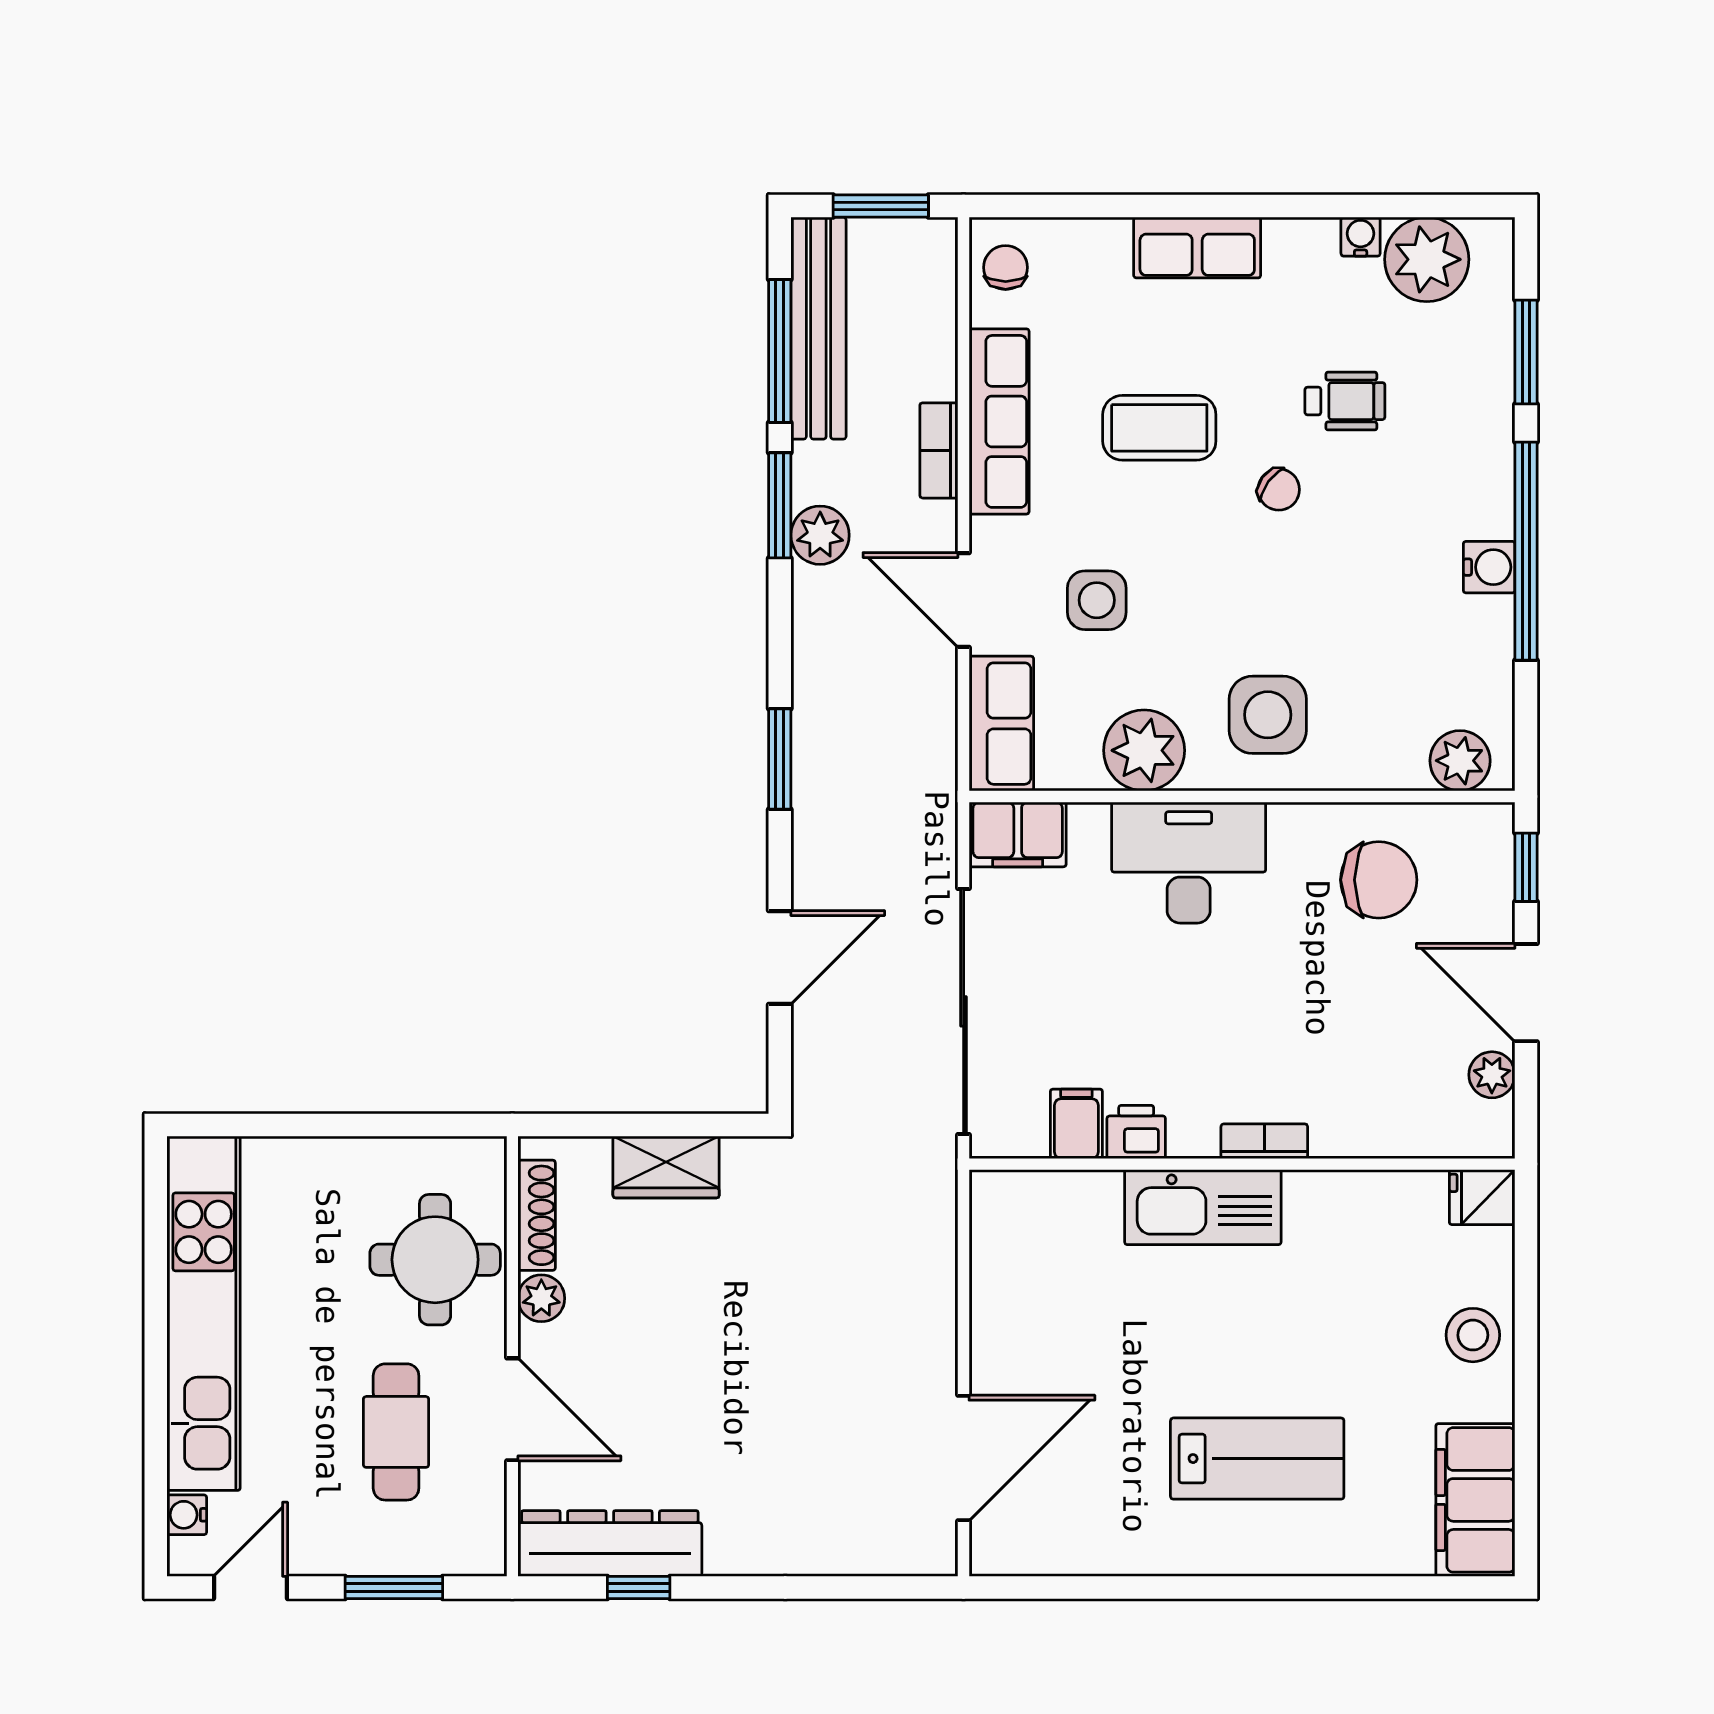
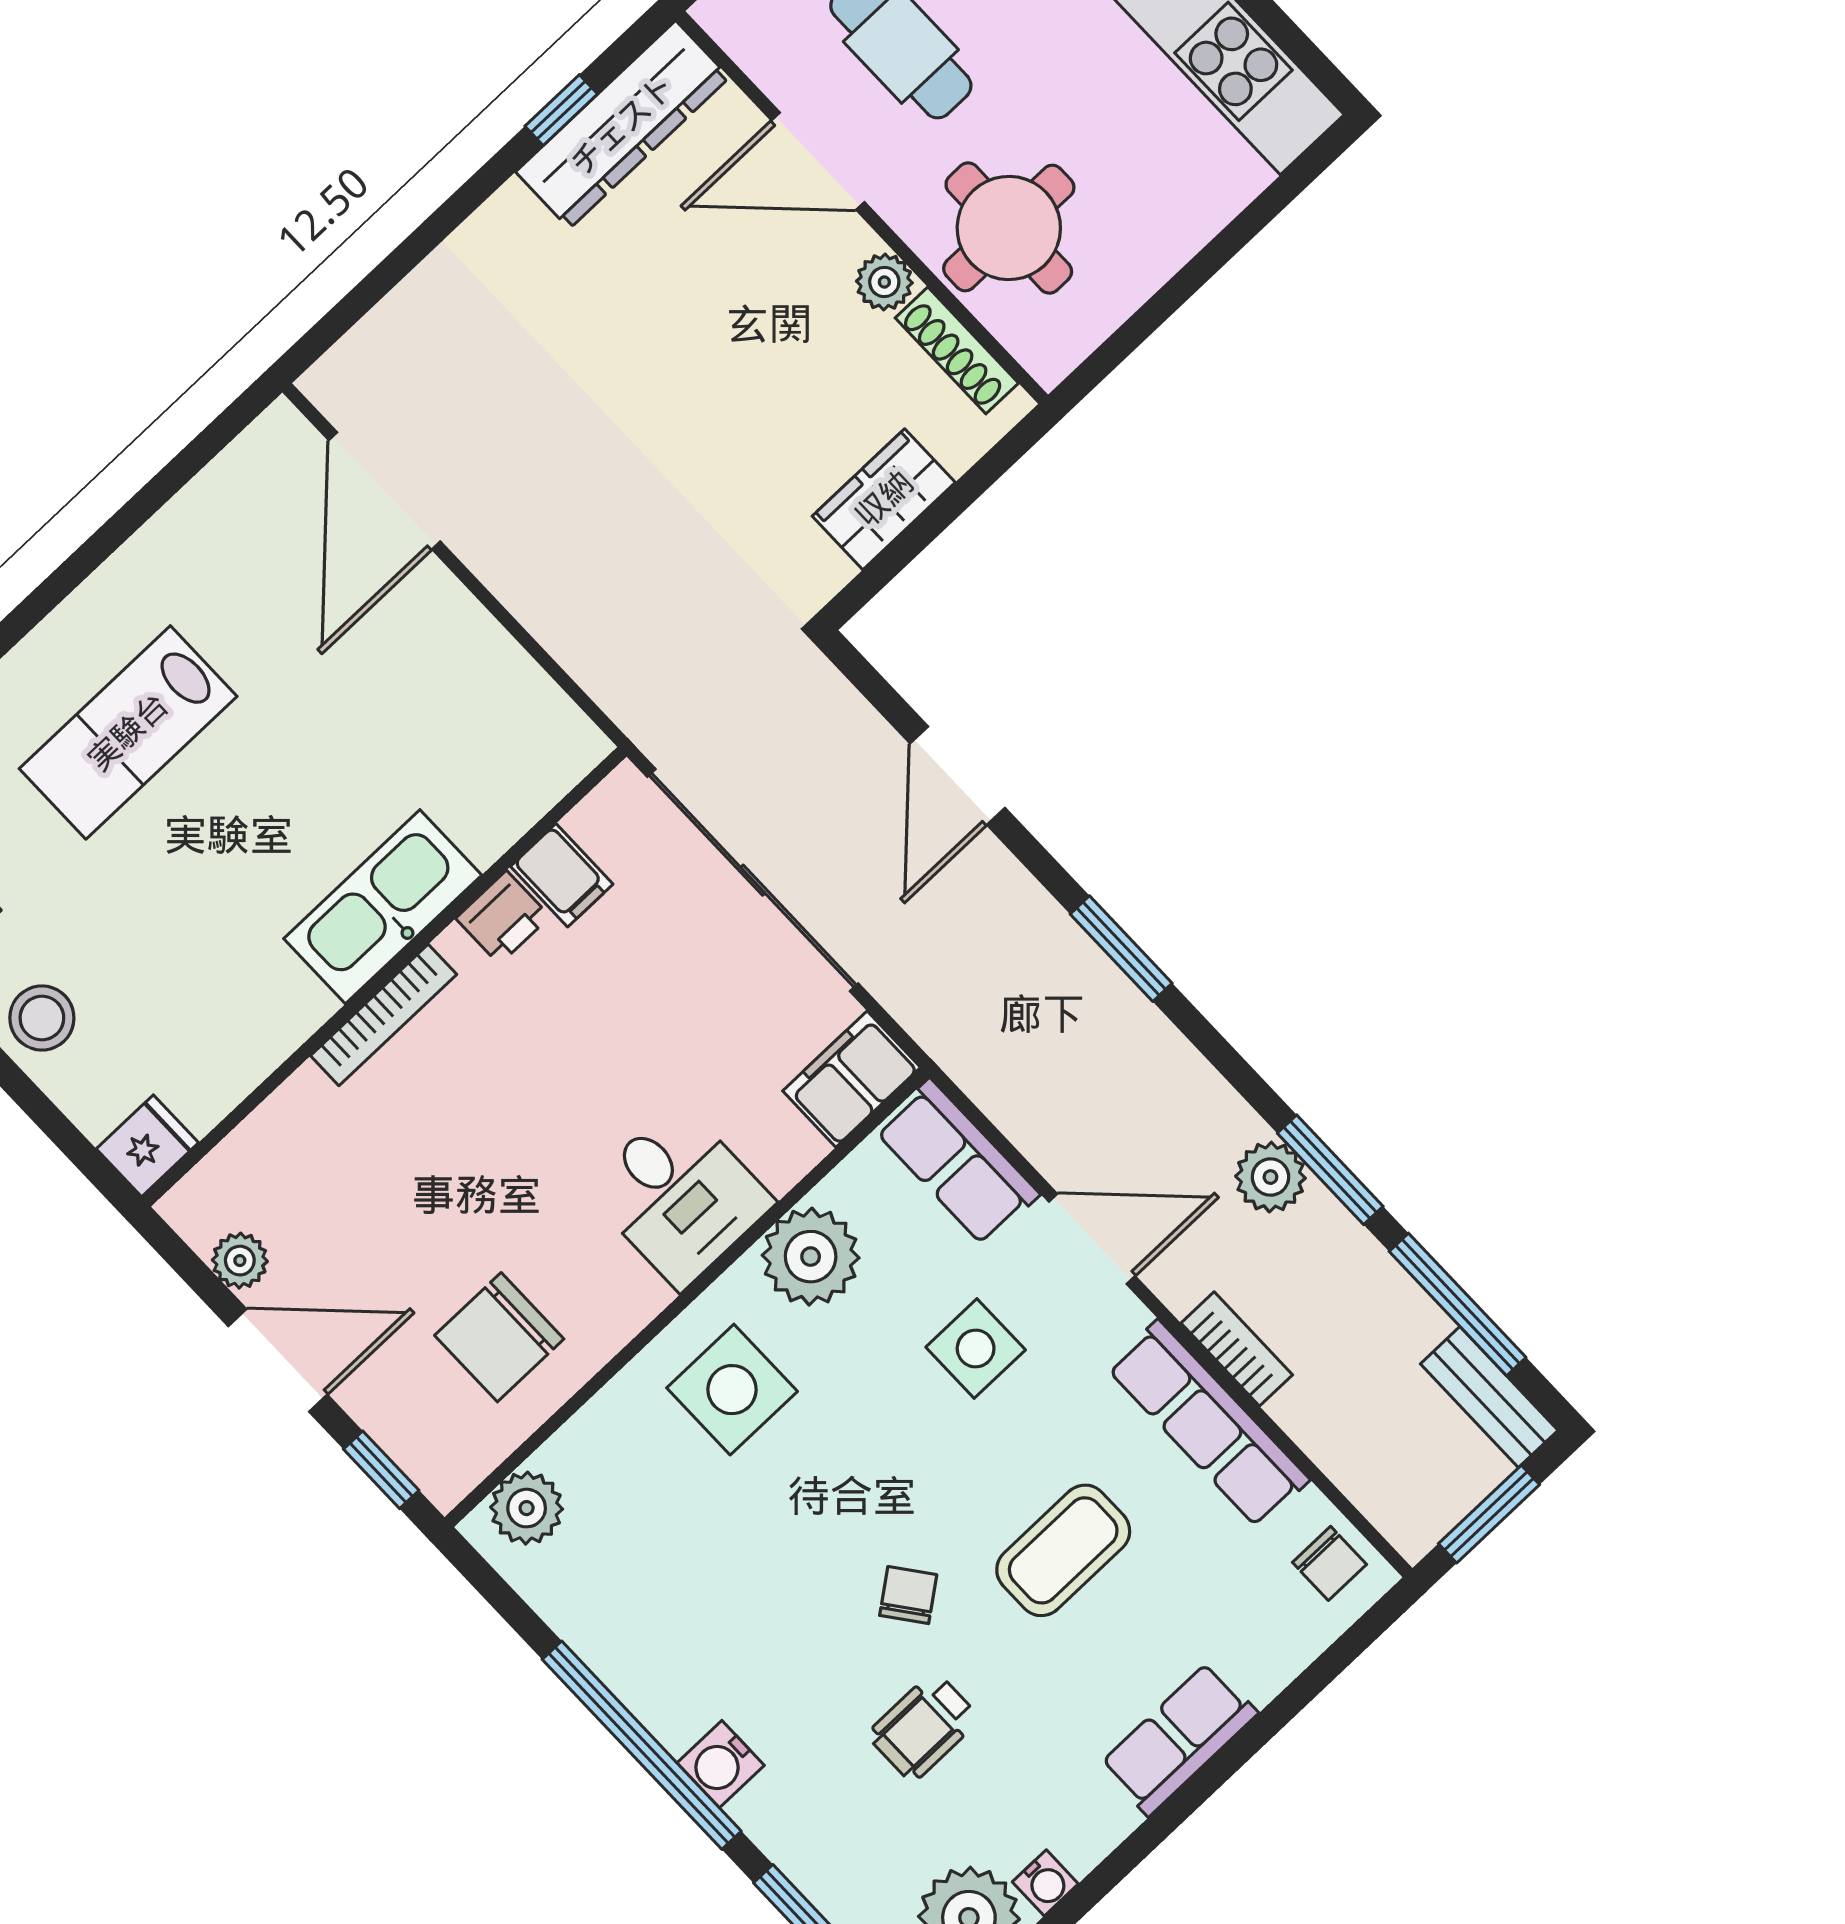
bench: (818, 328) -> (1489, 1397), width x0.54, depth x0.82
chair: (1279, 490) -> (908, 1595), turned 107
water cooler: (1489, 567) -> (721, 1764), moved
desk: (1189, 863) -> (679, 1196), width x0.73
bookcase: (1264, 1141) -> (384, 1015), width x1.56

